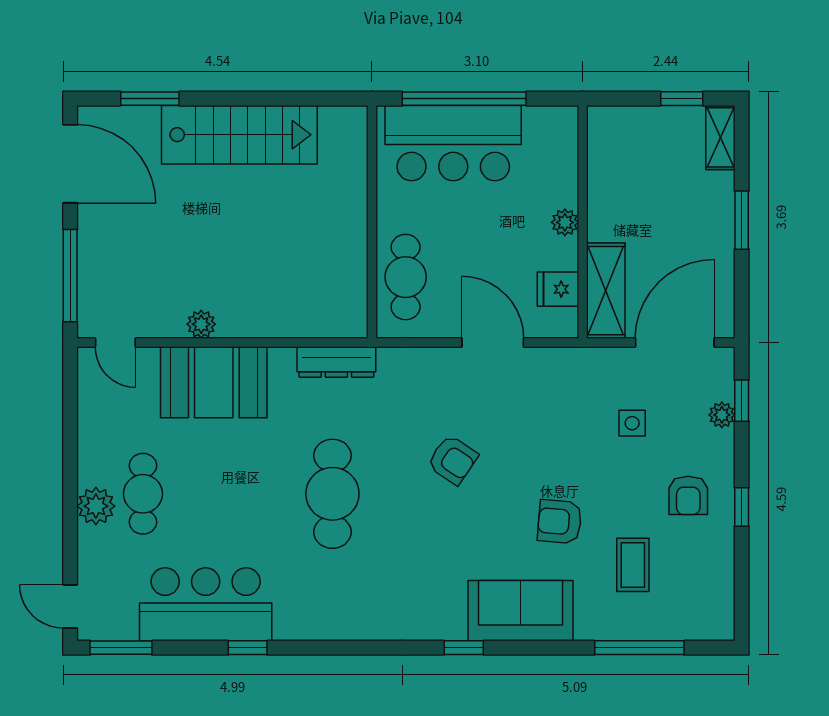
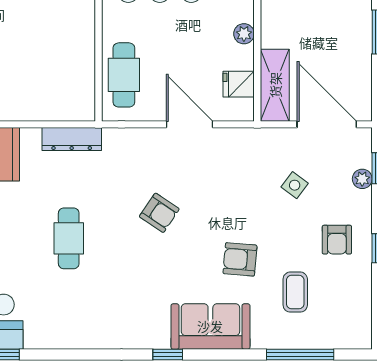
door: (675, 343) -> (327, 124), hinge flipped
side table: (632, 423) -> (295, 185), turned 37
cafe table: (332, 494) -> (69, 238), width x0.73, depth x0.74

